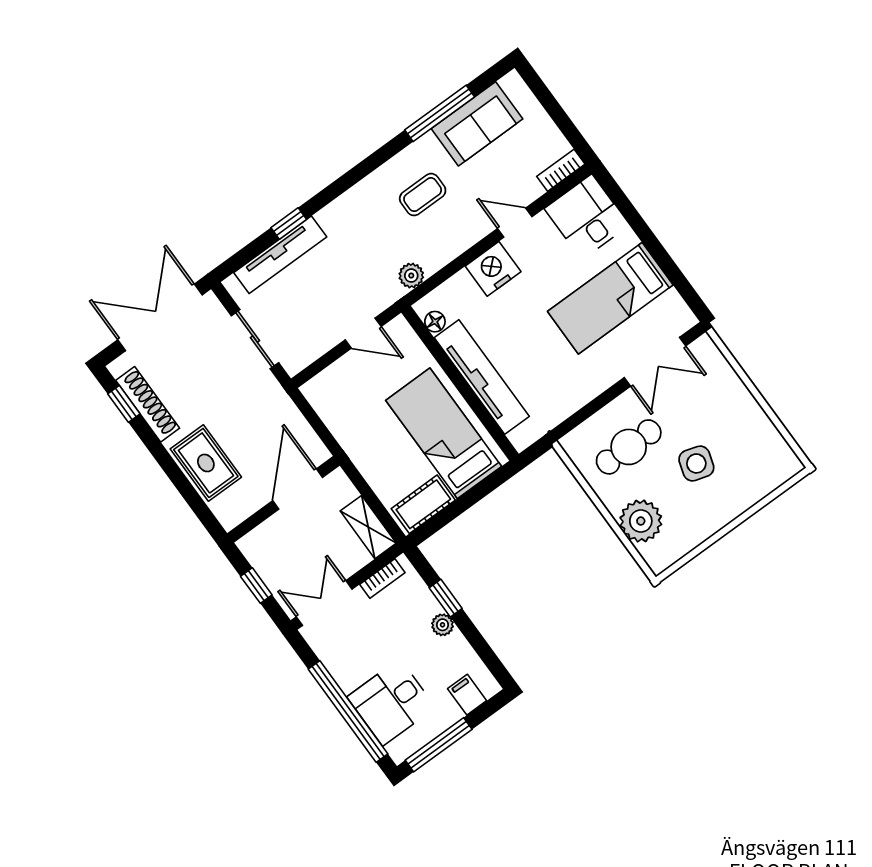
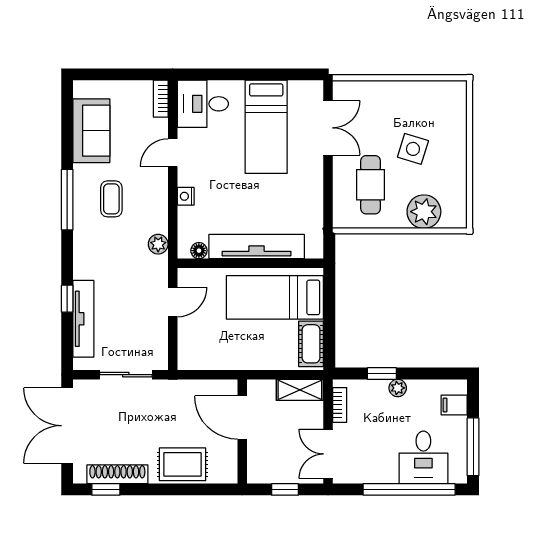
window: (440, 113) -> (67, 200), moved
nightstand: (493, 269) -> (186, 196), width x0.53, depth x0.56

